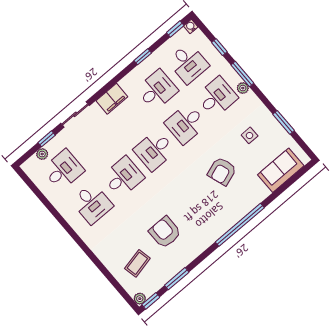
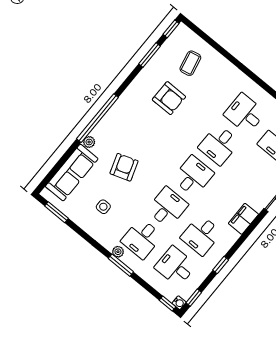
window: (219, 47) -> (167, 304), moved
window: (284, 122) -> (57, 212), moved
sofa: (281, 170) -> (72, 173), width x1.36
plant: (140, 299) -> (89, 142), moved

